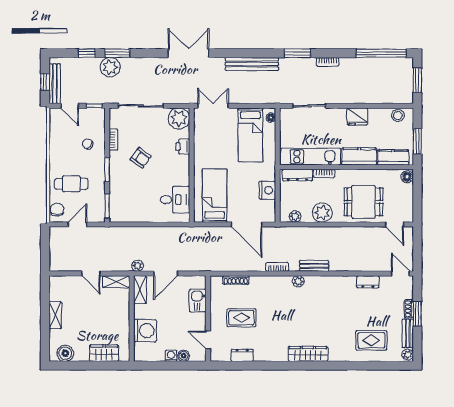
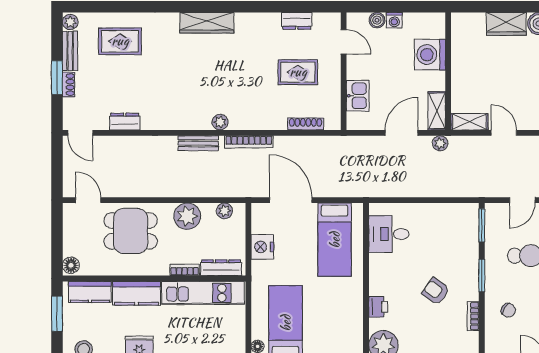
bookcase: (277, 267) -> (249, 142), width x1.56
wardrobe: (104, 353) -> (506, 24), moved

